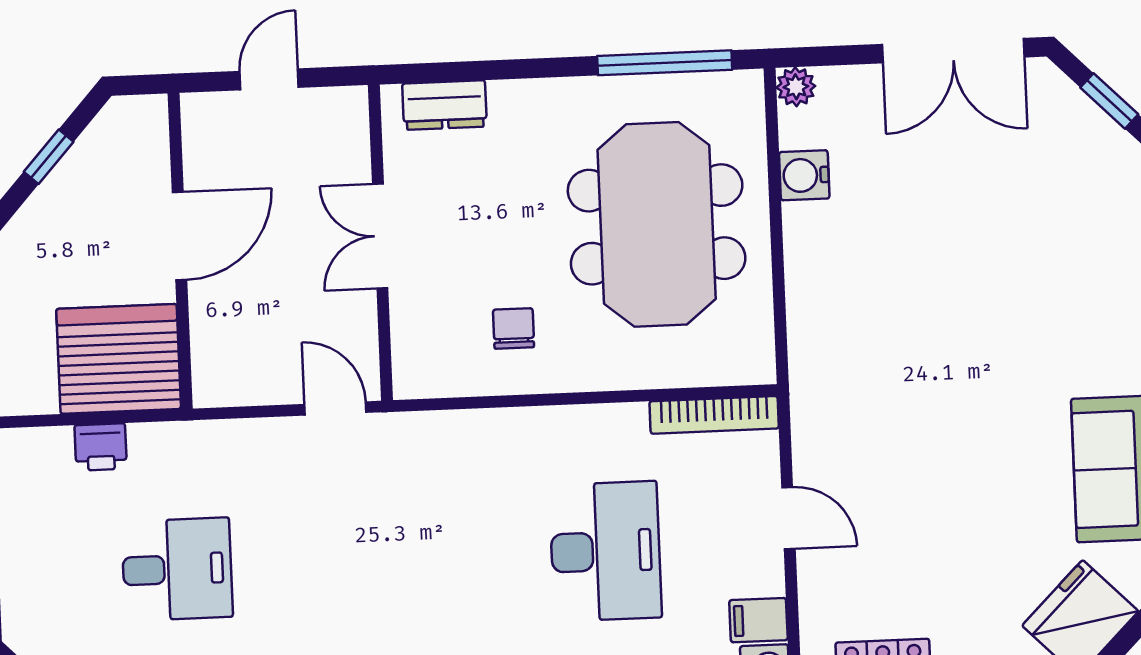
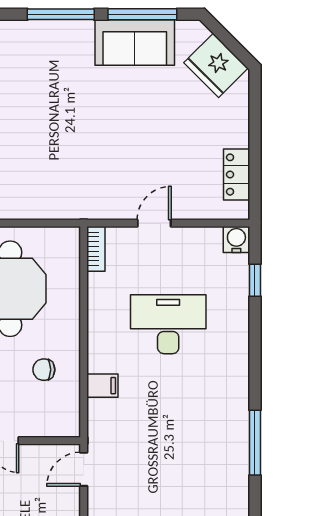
bookcase: (714, 415) -> (96, 249), width x0.64
filing cabinet: (758, 620) -> (102, 386), moved, turned -90

